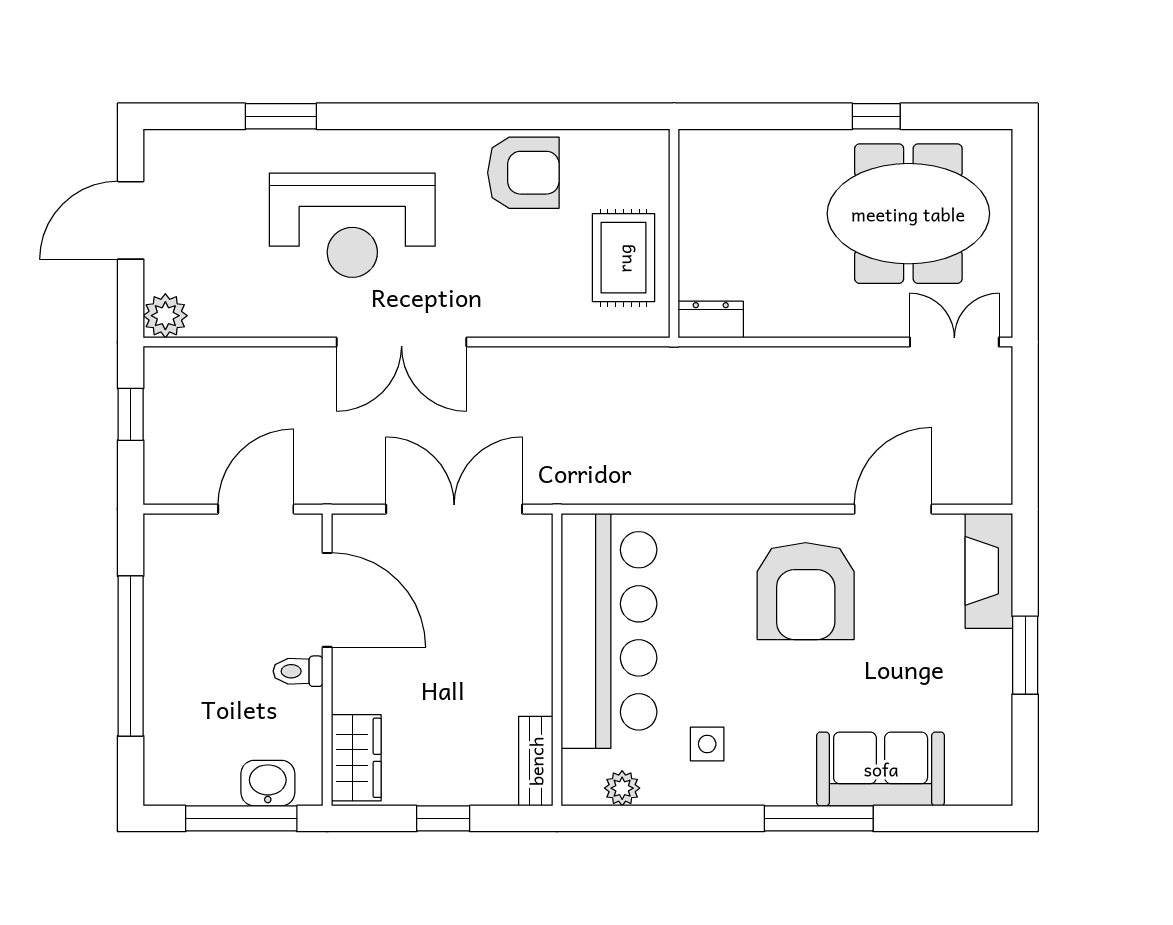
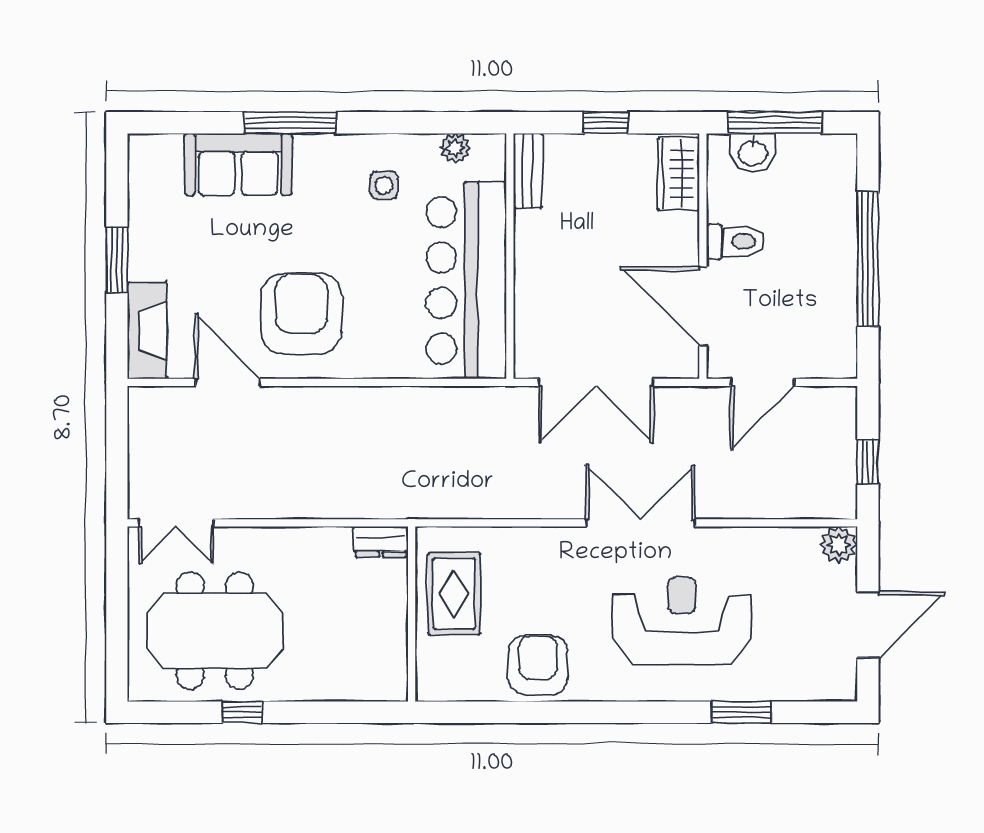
armchair: (523, 173) -> (538, 665), turned 90
door: (893, 509) -> (228, 382), swing flipped
toilet: (298, 671) -> (735, 242), width x1.37, depth x1.39

